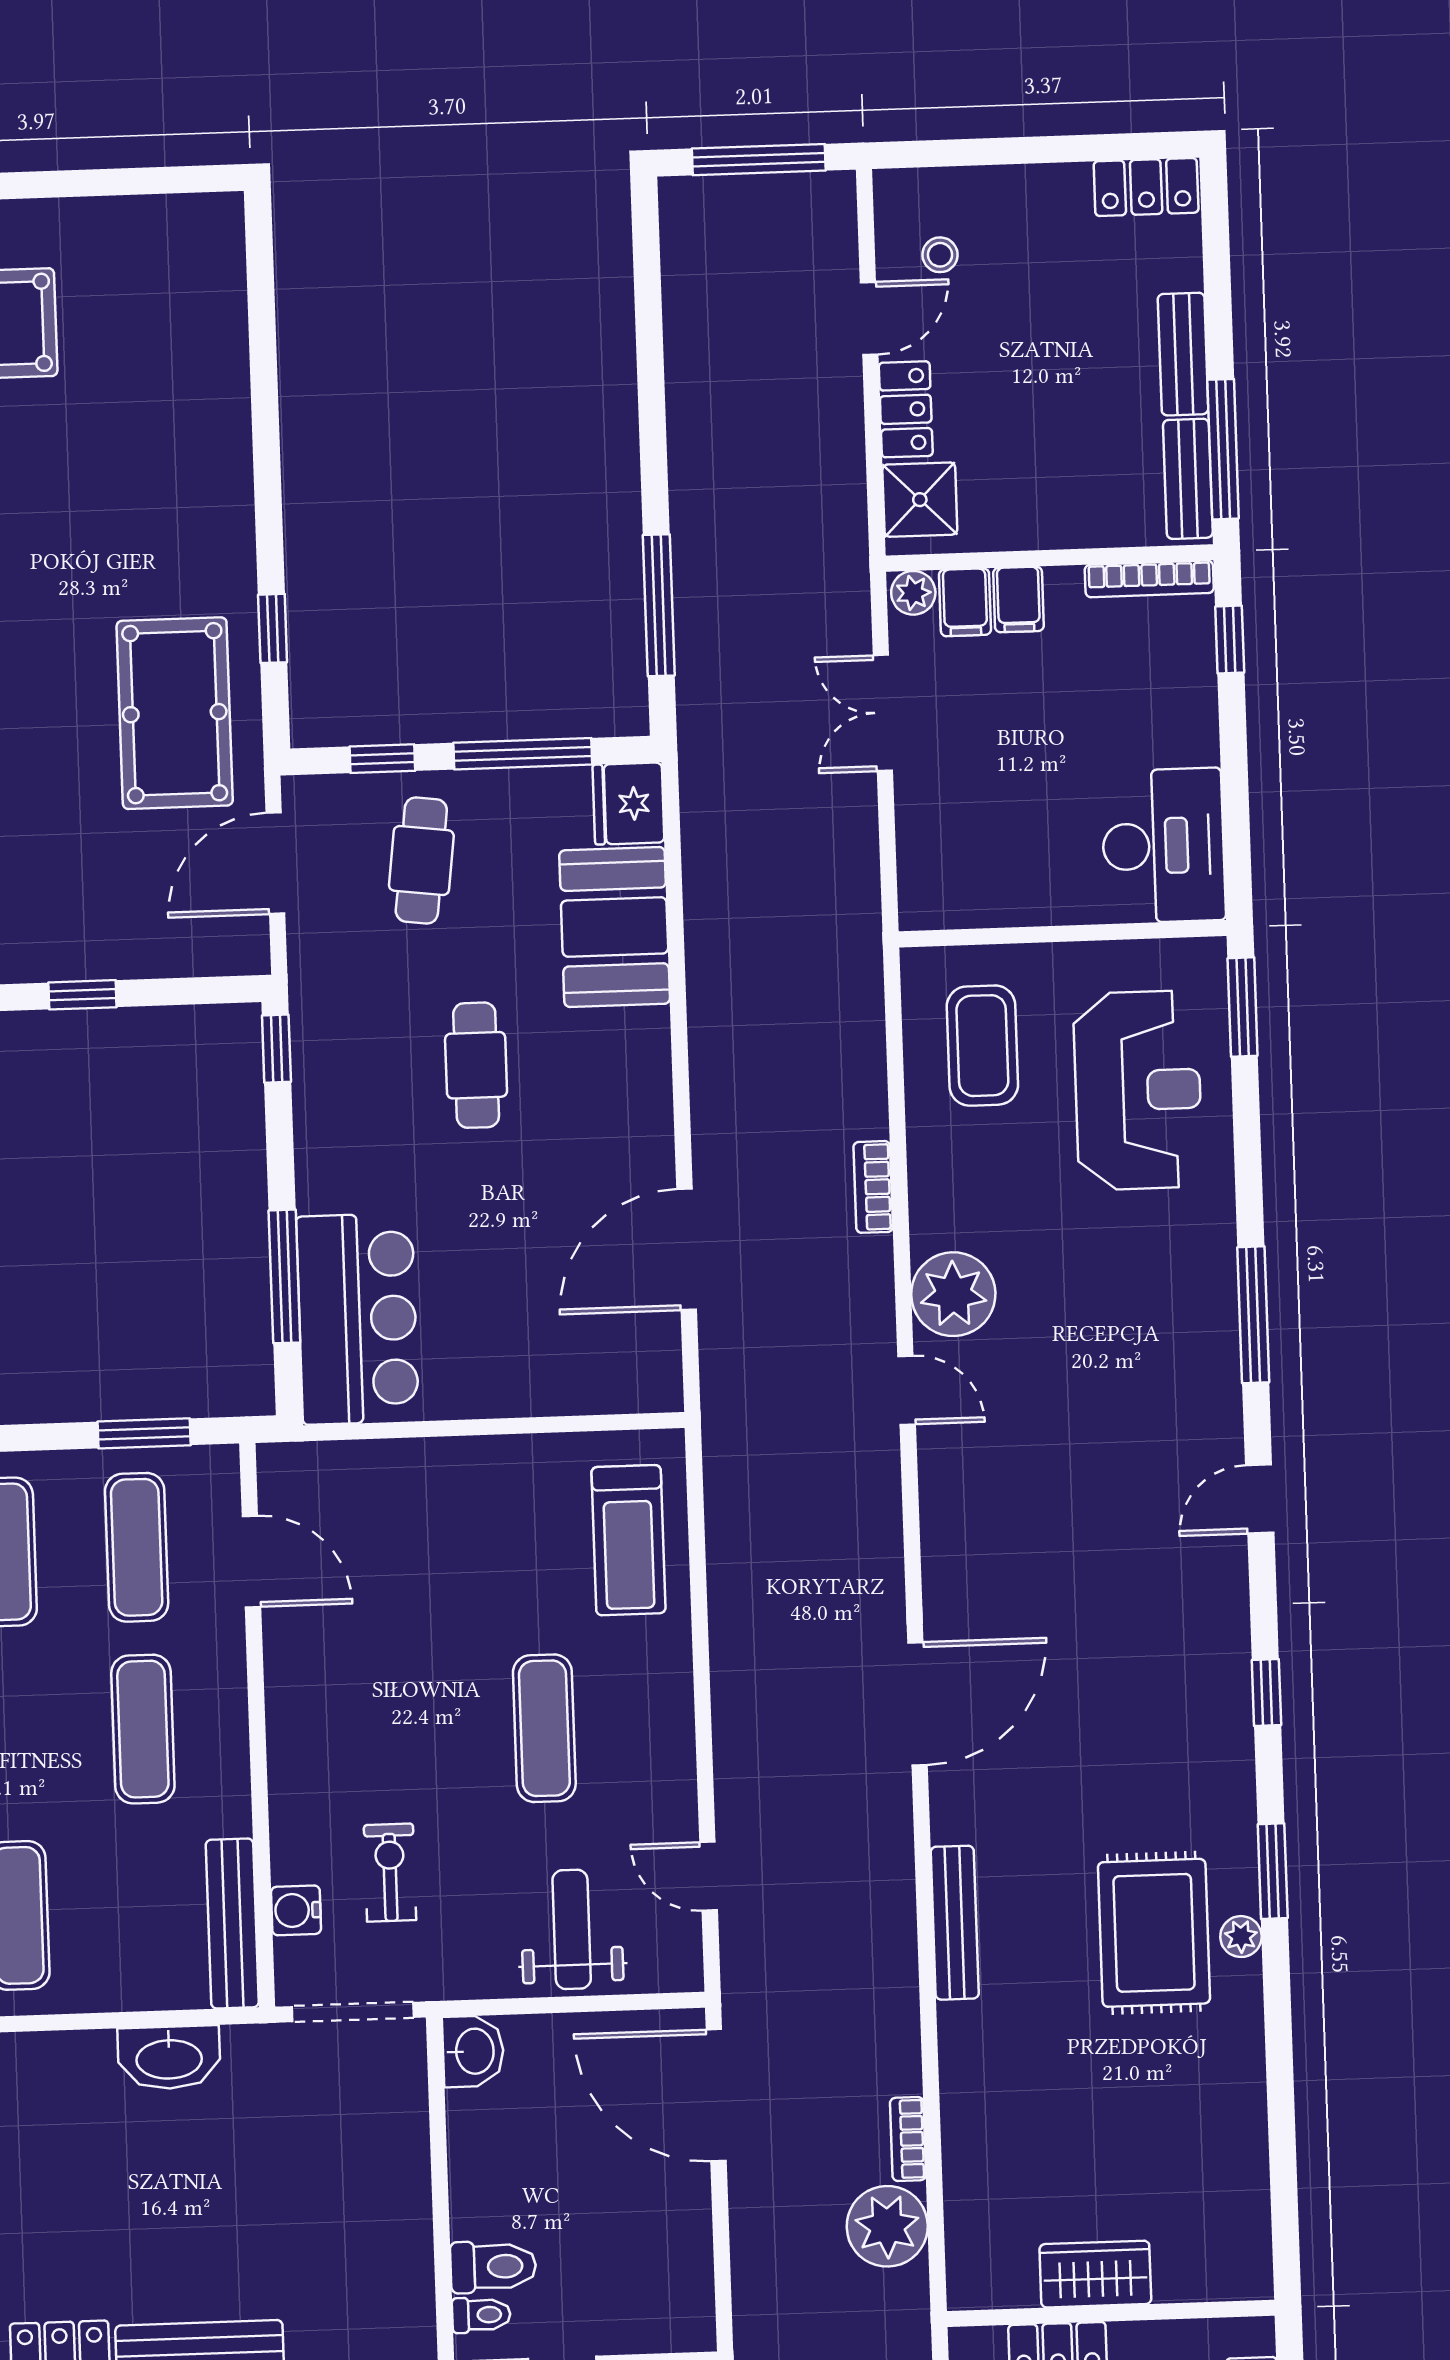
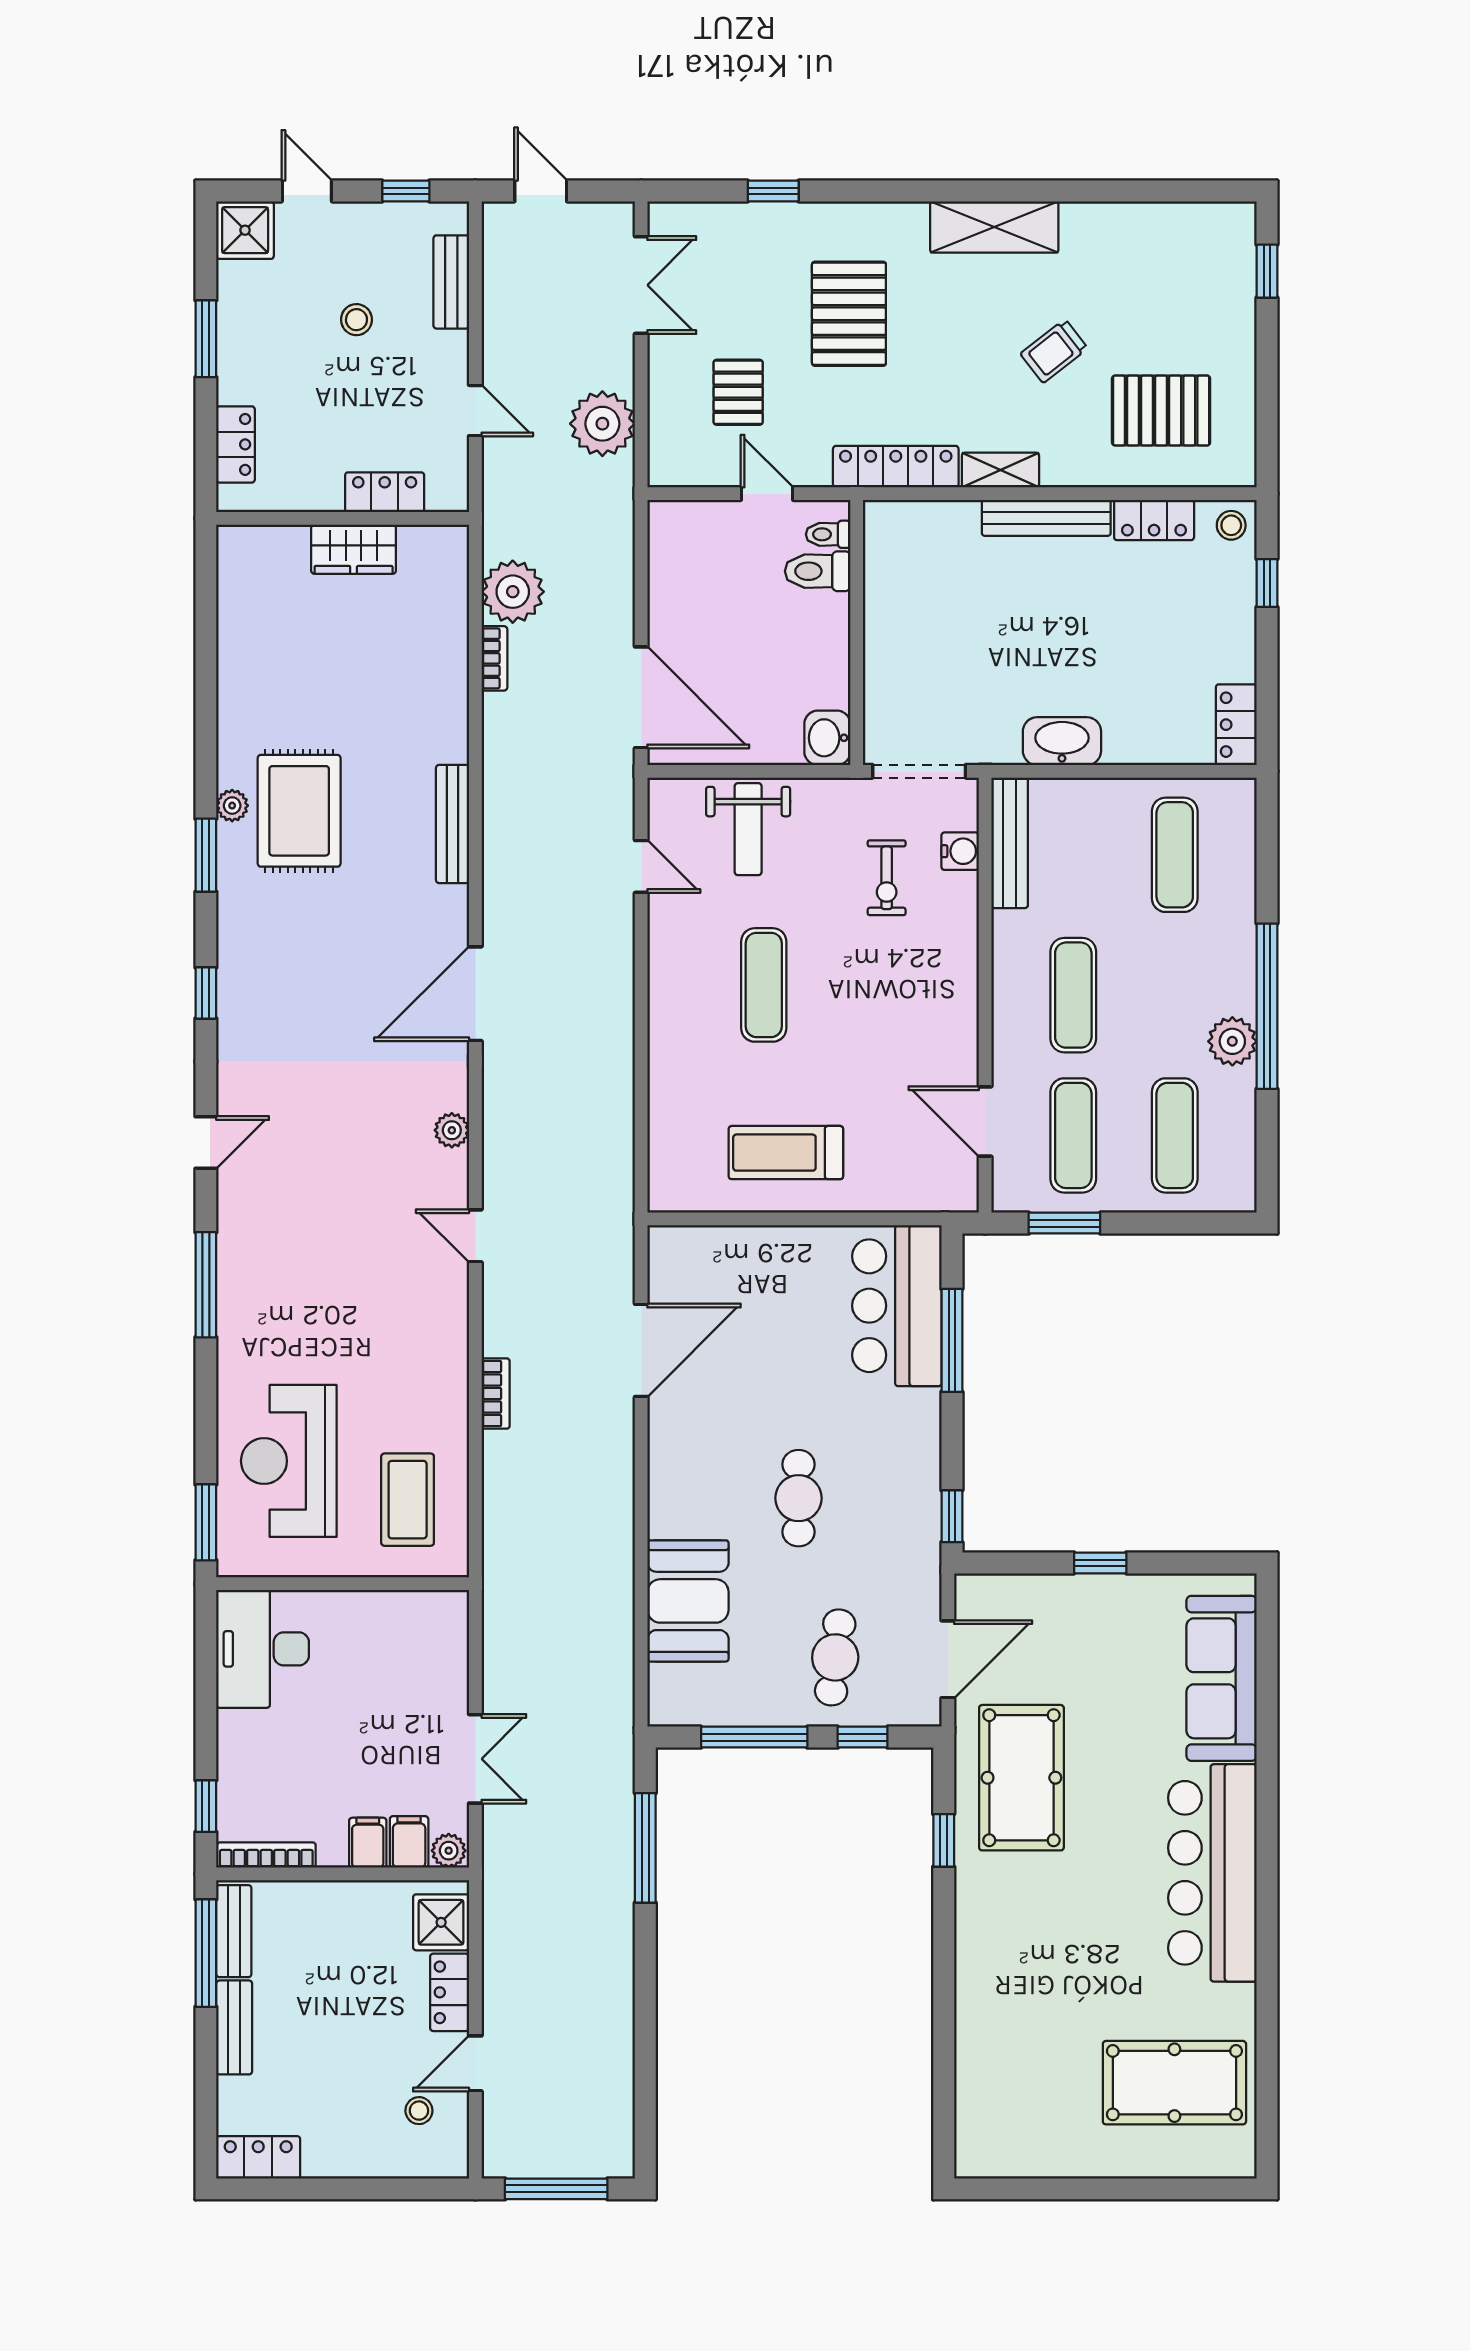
fridge: (628, 804) -> (674, 1696), removed
plant: (953, 1294) -> (452, 1130), moved, width x0.53, depth x0.53
treadmill: (628, 1540) -> (786, 1153), moved, turned -90

